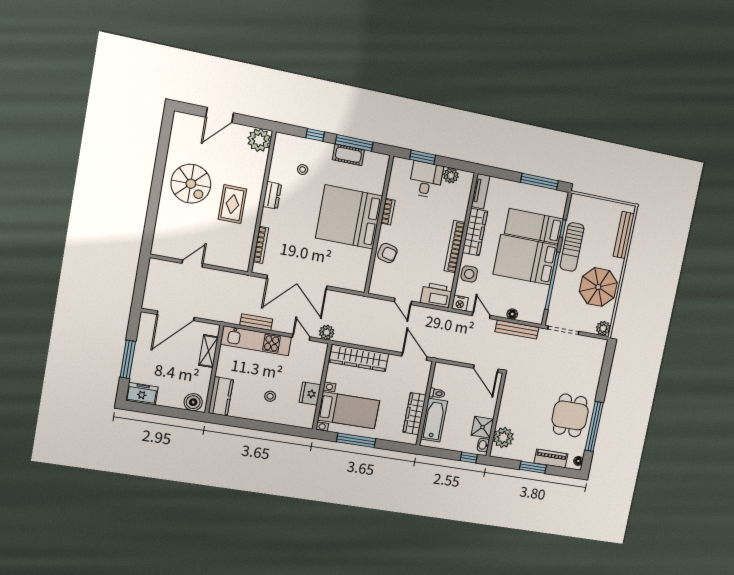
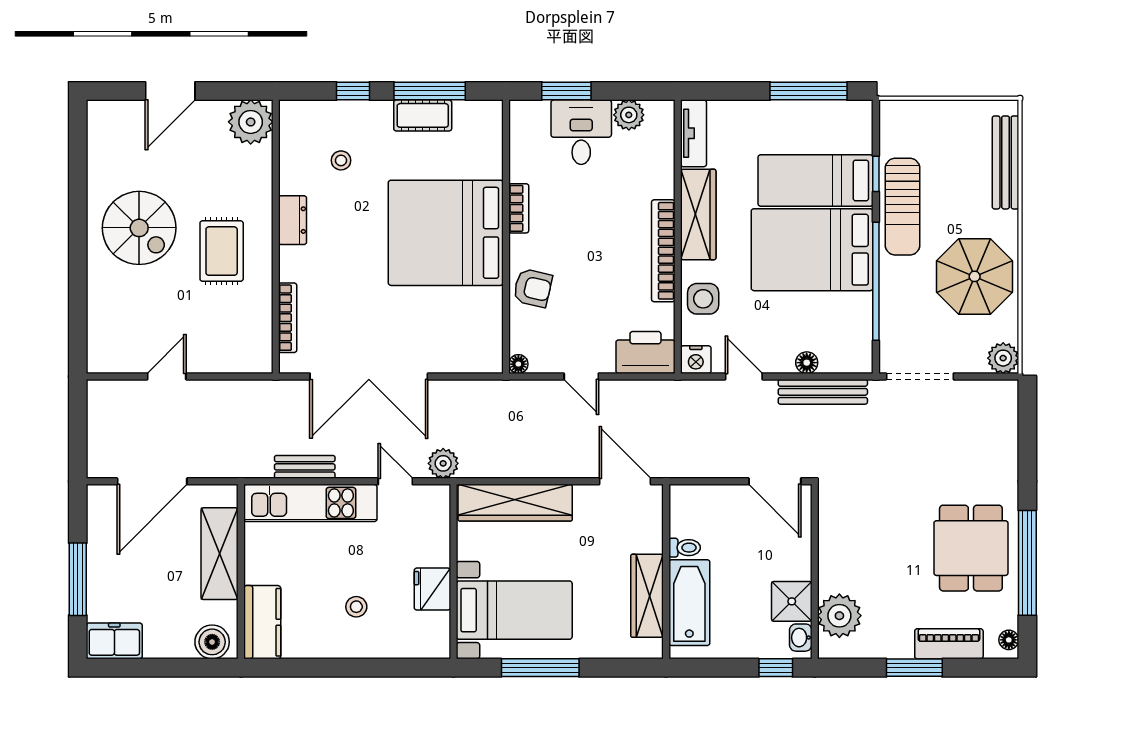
floor lamp: (373, 290) -> (518, 364), added
shelving: (208, 351) -> (220, 554), width x1.50, depth x1.33

